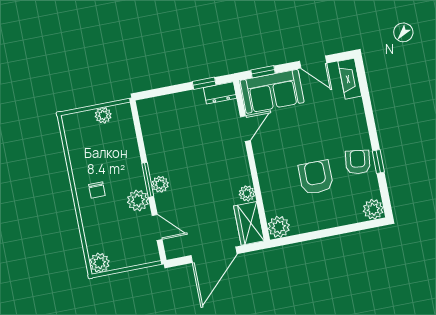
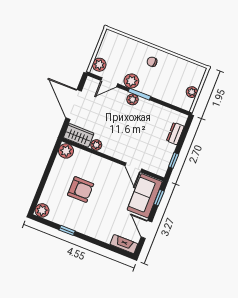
door: (313, 62) -> (146, 229), hinge flipped
dresser: (220, 93) -> (175, 134), moved
armchair: (358, 162) -> (74, 219), removed
plant: (99, 263) -> (99, 65), moved

